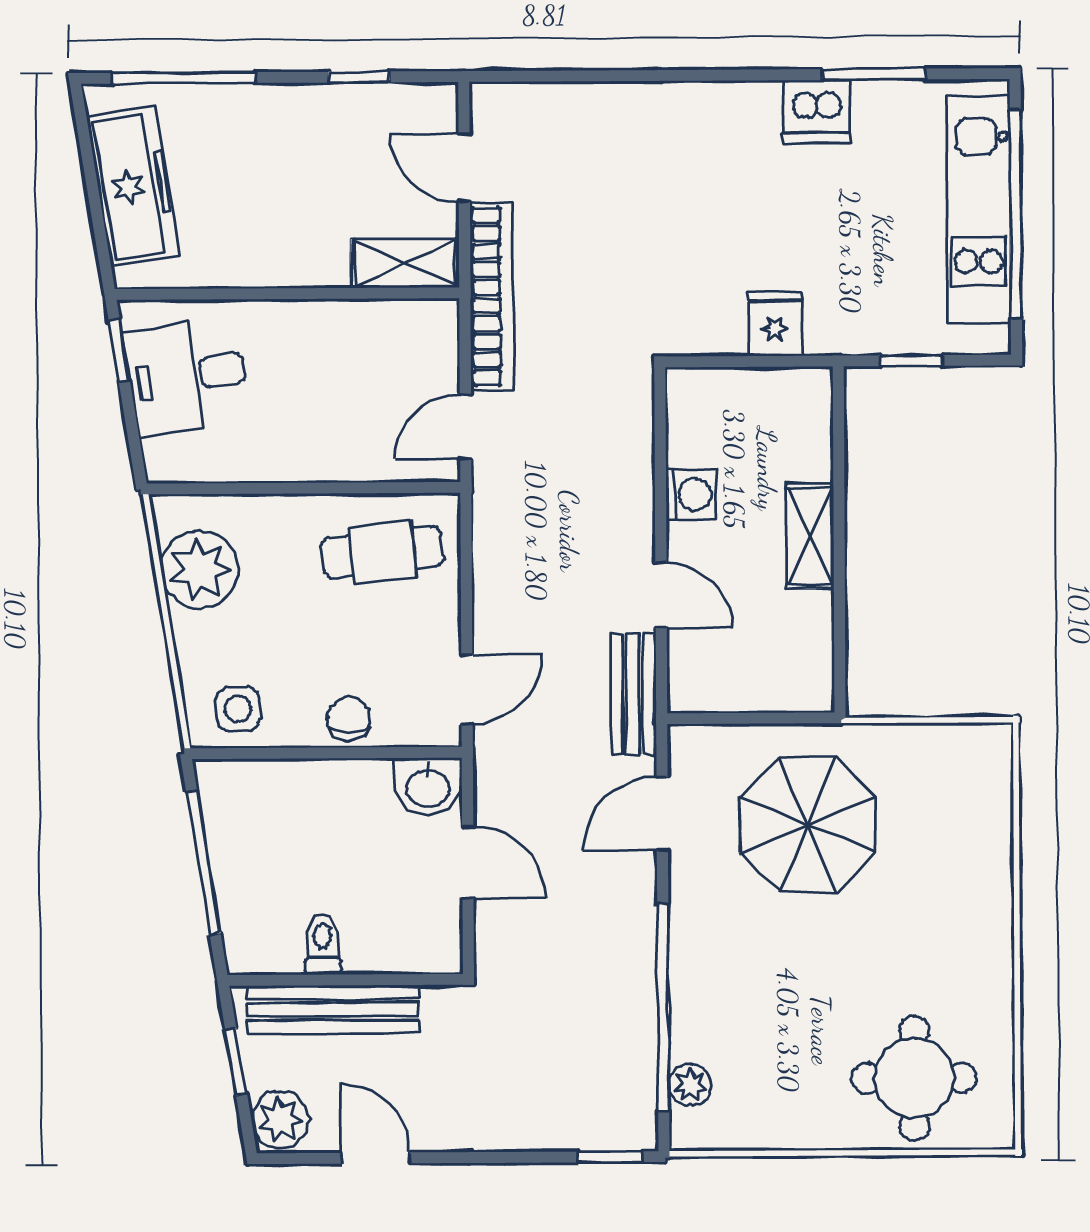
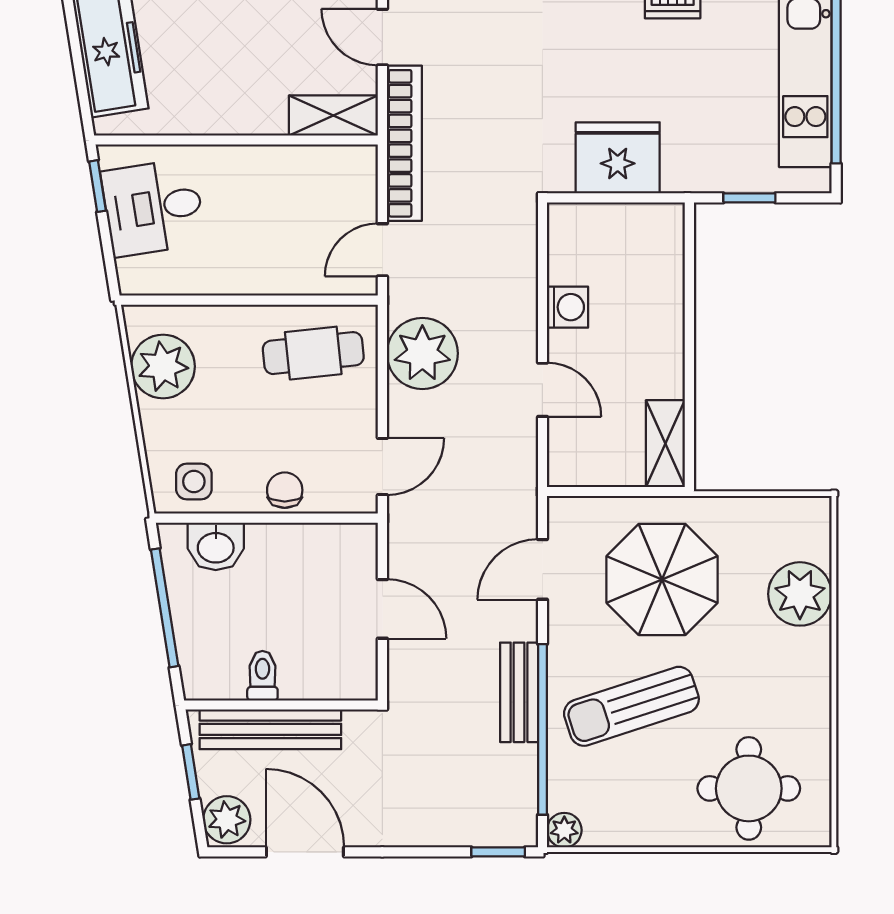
fridge: (775, 324) -> (618, 158), width x1.88, depth x1.34
shelving: (810, 536) -> (665, 444), moved
plant: (515, 552) -> (422, 353), added
bench: (633, 695) -> (519, 692), moved
washbasin: (428, 787) -> (216, 546), moved
plant: (975, 842) -> (800, 594), added
sun lounger: (771, 979) -> (631, 706), added
plant: (690, 1085) -> (564, 830), moved
door: (375, 1158) -> (305, 852), width x1.38

